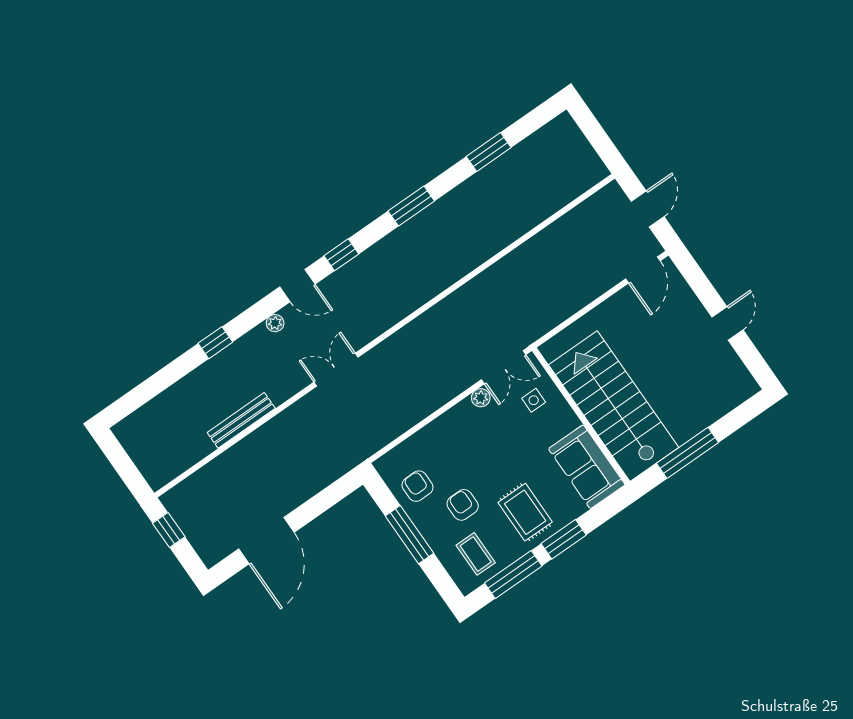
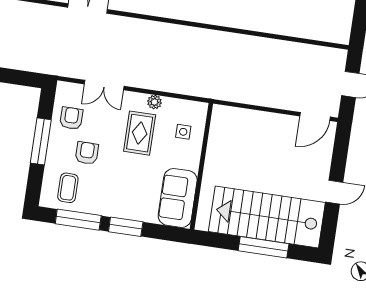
double door: (504, 367) -> (104, 85), moved
stairs: (614, 406) -> (267, 217), moved, turned -90
window: (688, 453) -> (263, 247), moved
rug: (525, 512) -> (140, 133), moved

